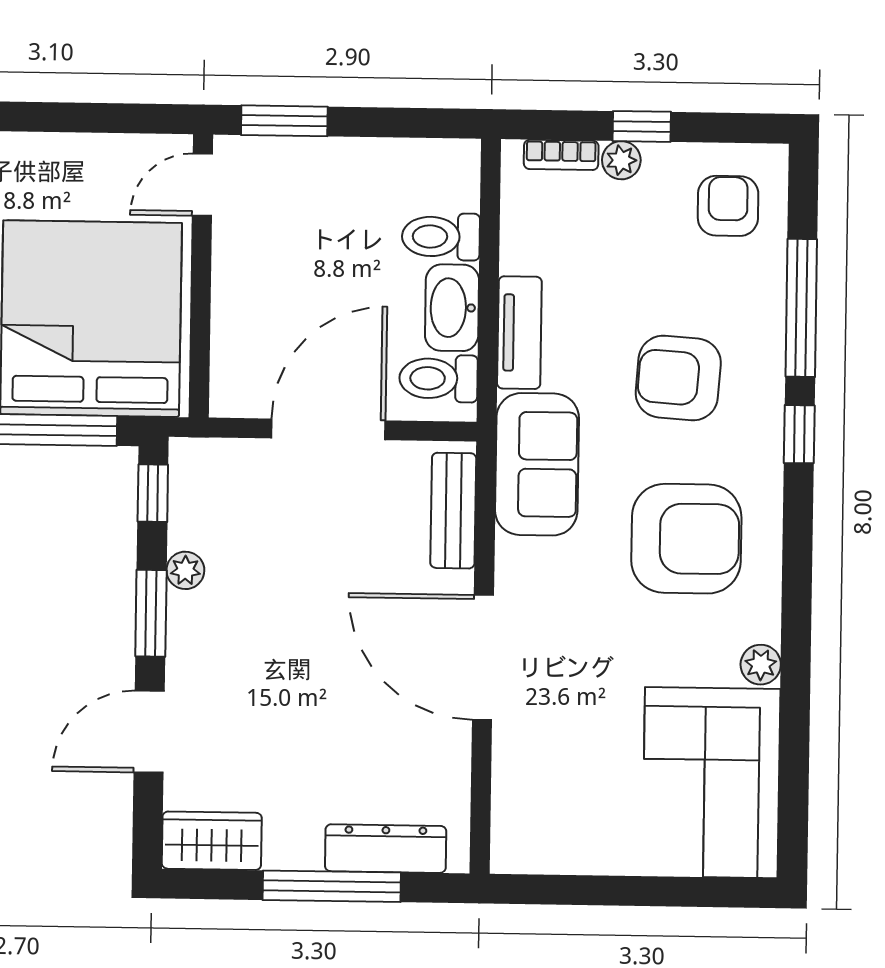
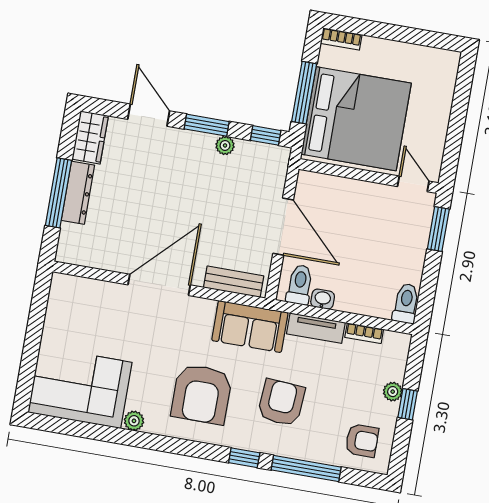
bookcase: (561, 155) -> (364, 333), moved, turned -90
toilet: (441, 237) -> (406, 303), moved
washbasin: (452, 308) -> (323, 299), width x0.52, depth x0.69
dresser: (386, 849) -> (78, 193), moved

